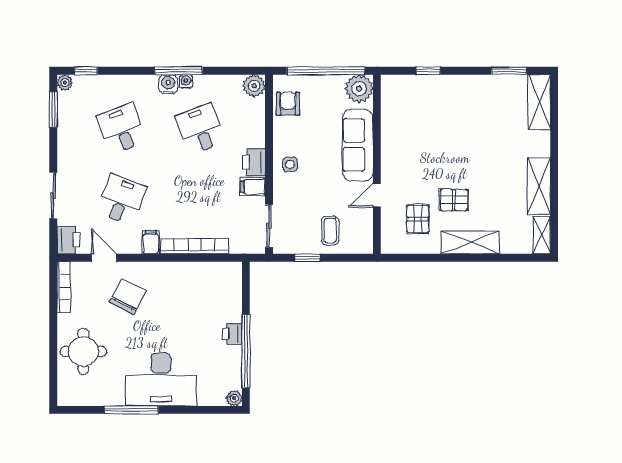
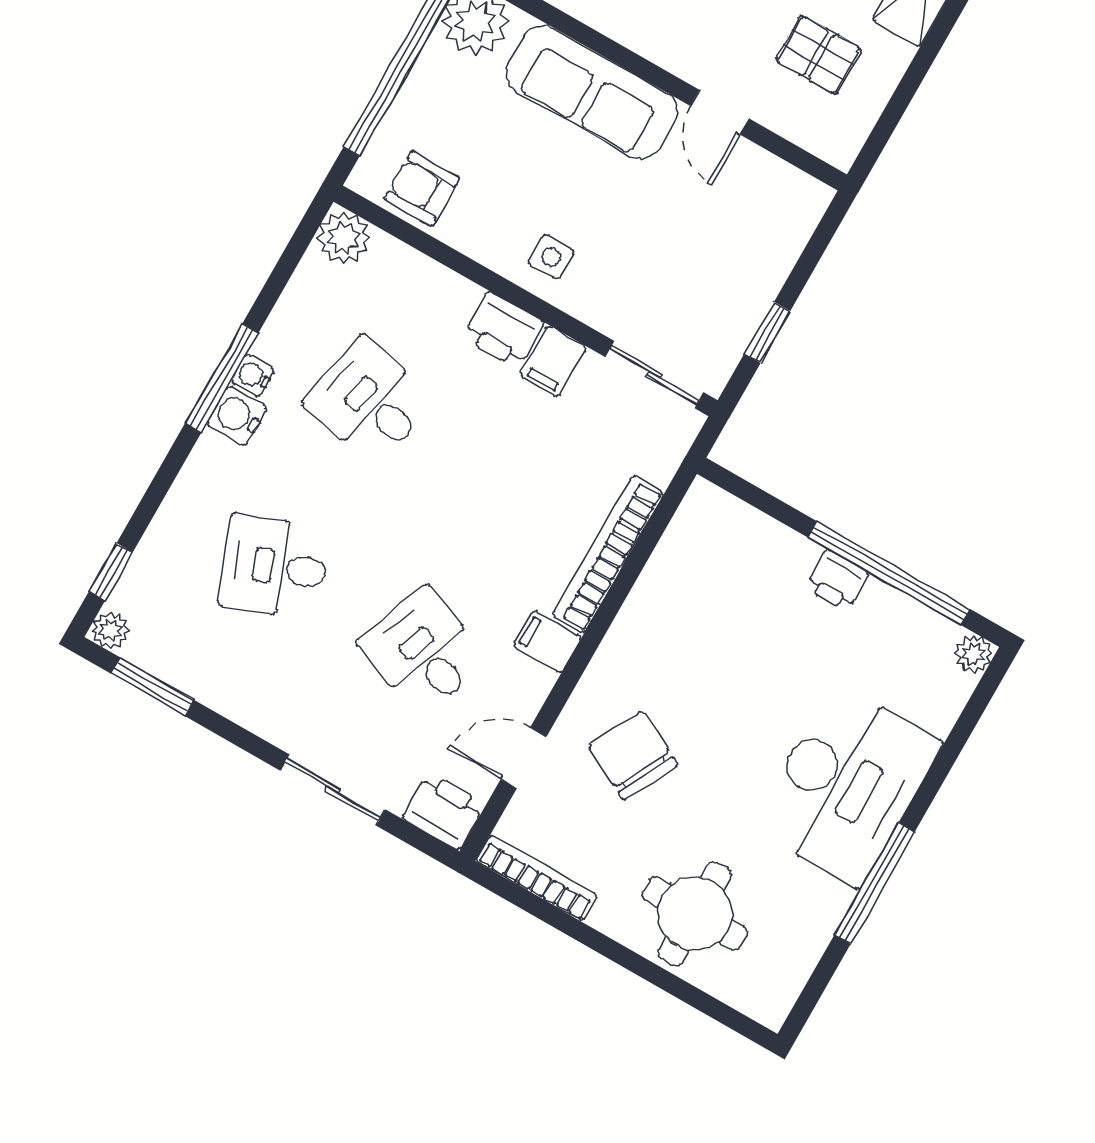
desk: (201, 129) -> (369, 401), turned 33
coffee table: (330, 231) -> (738, 252), removed

